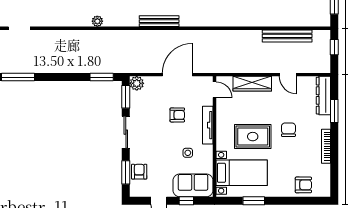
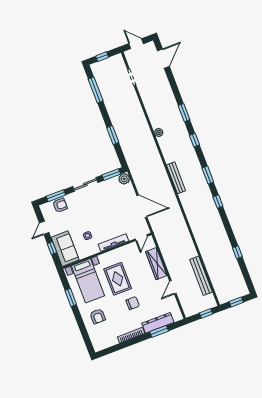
window: (102, 77) -> (113, 135), moved
dresser: (323, 96) -> (158, 323), moved
armchair: (177, 115) -> (112, 217), removed
armchair: (303, 185) -> (98, 316), moved

